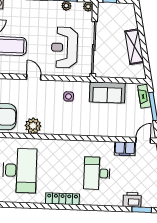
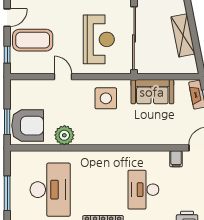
reception desk: (64, 47) -> (99, 39), turned 180
side table: (69, 96) -> (106, 98), width x1.87, depth x1.87
filing cabinet: (125, 149) -> (176, 159), width x0.50

